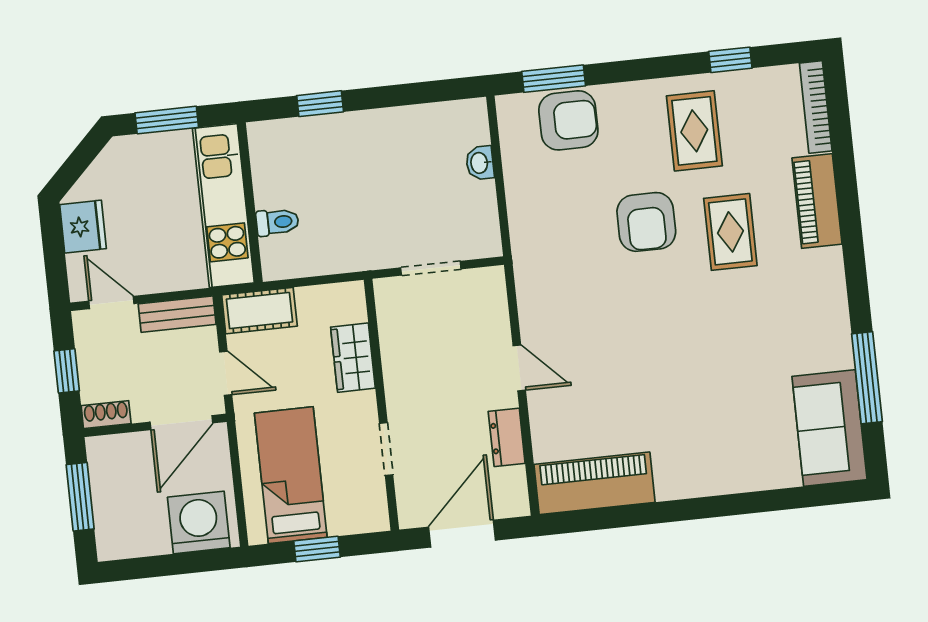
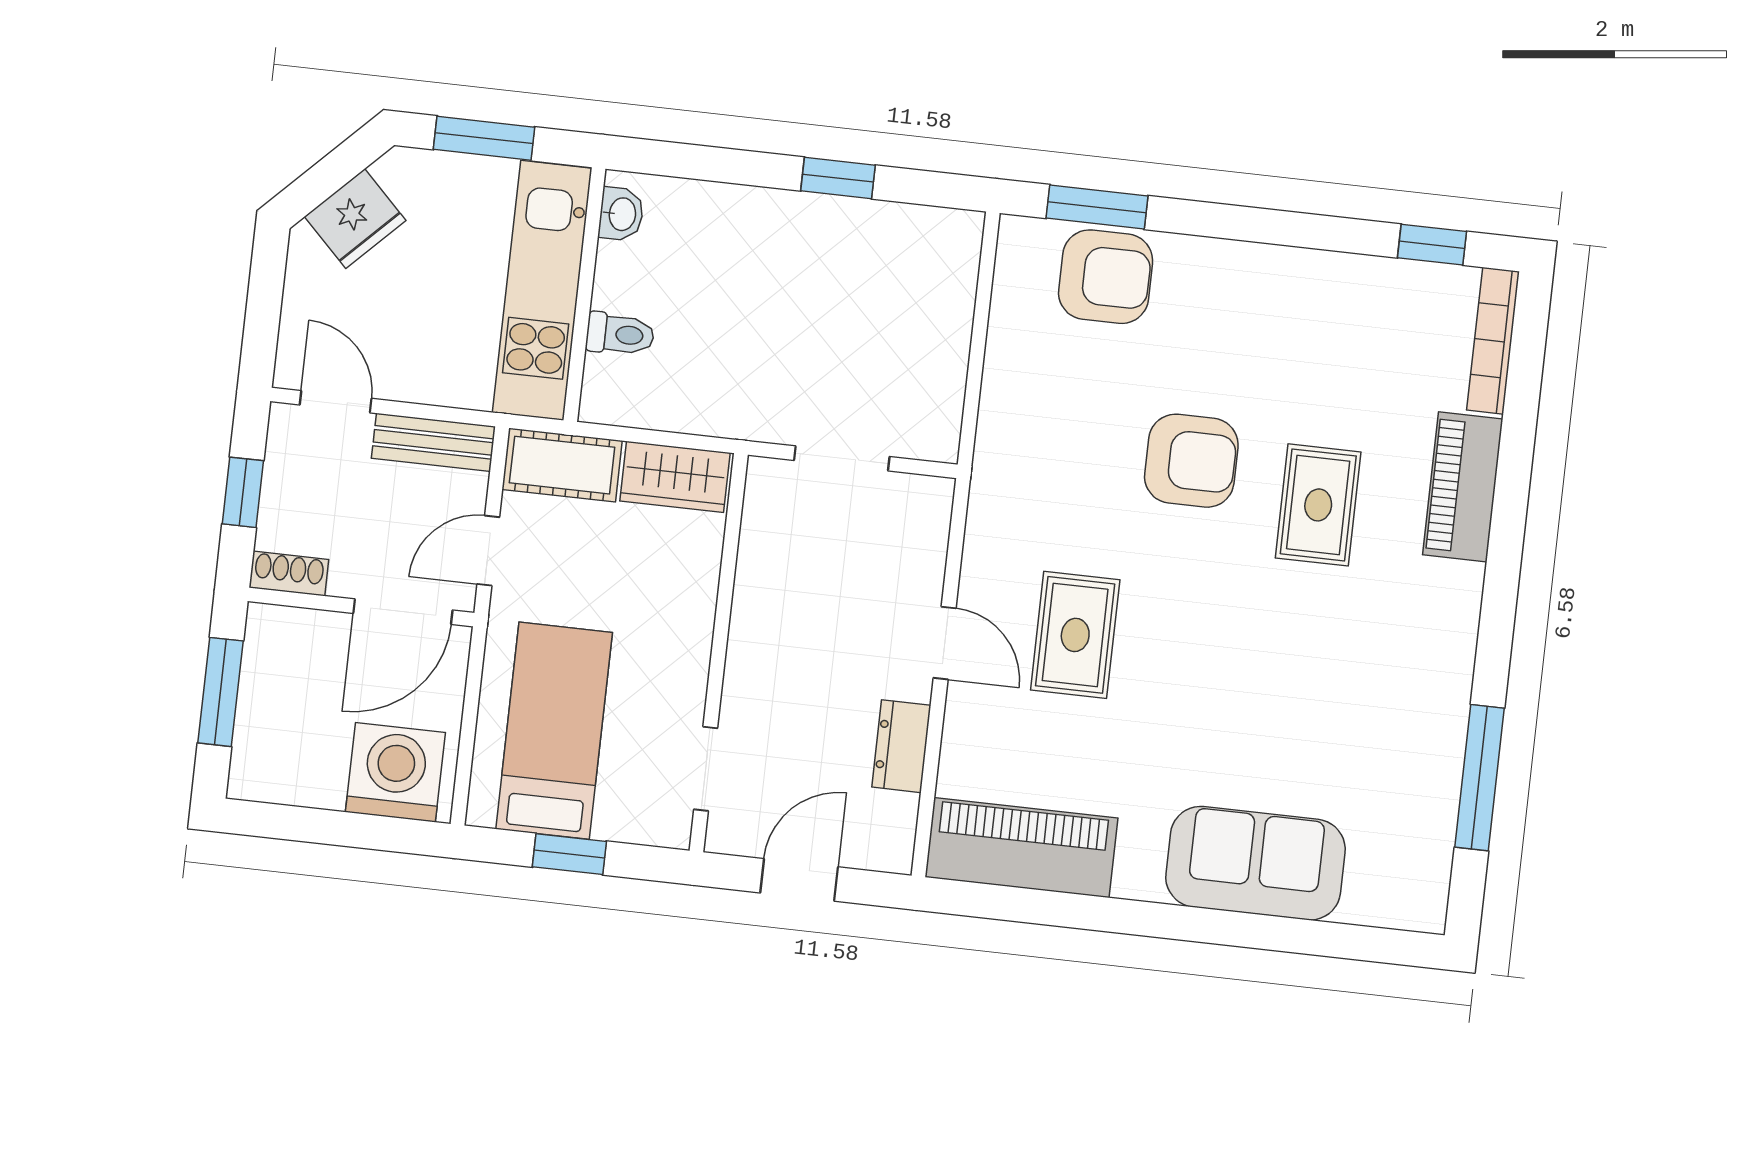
window: (730, 60) -> (1432, 245), moved
window: (320, 104) -> (838, 178), moved
rug: (694, 131) -> (1075, 635), moved
washbasin: (480, 163) -> (621, 214), moved, turned 180
armchair: (646, 222) -> (1191, 461), turned -90
fridge: (83, 227) -> (355, 219), moved, turned 45
wardrobe: (353, 358) -> (675, 477), moved, turned -90
door: (226, 373) -> (488, 551), swing flipped
sofa: (830, 428) -> (1255, 863), moved, turned 90
doorway: (386, 449) -> (706, 769), moved
door: (462, 534) -> (799, 880), width x0.73

